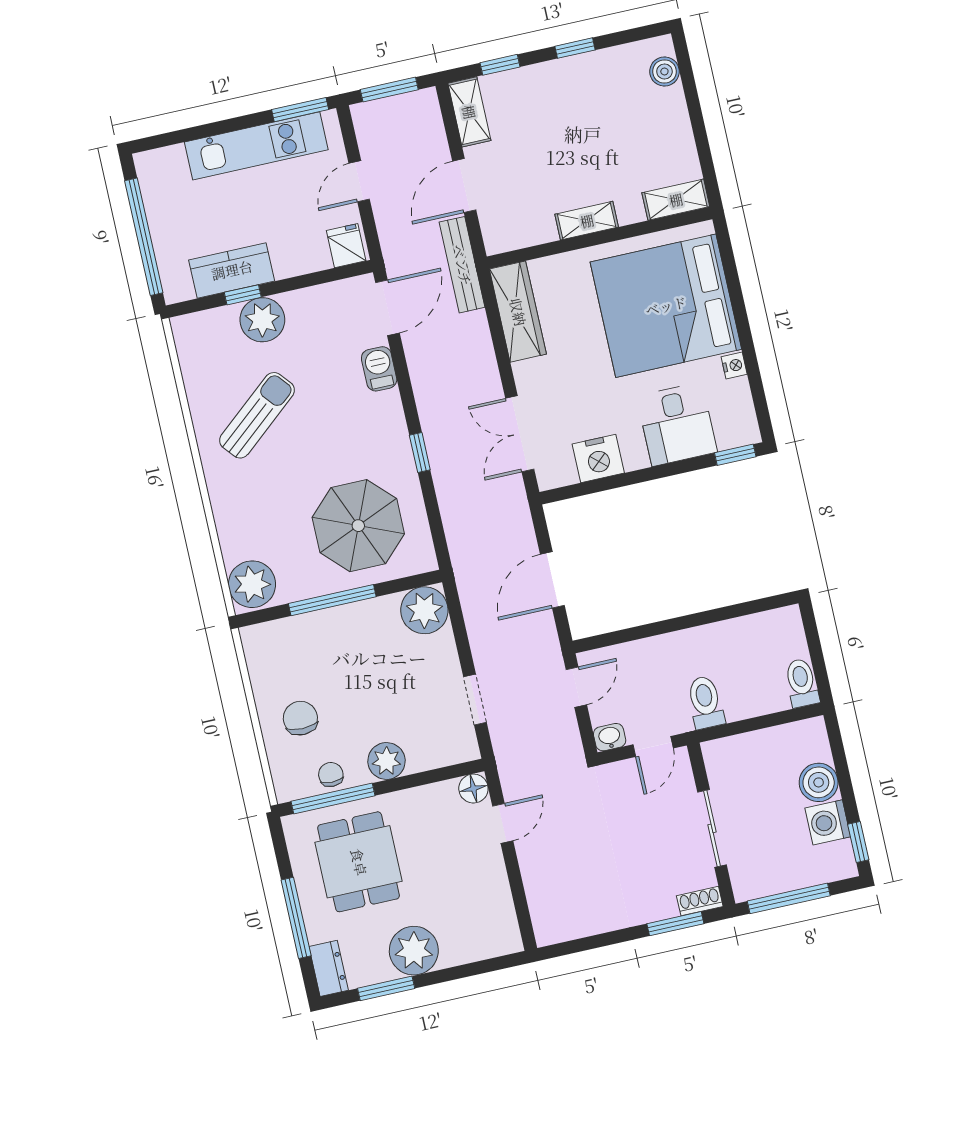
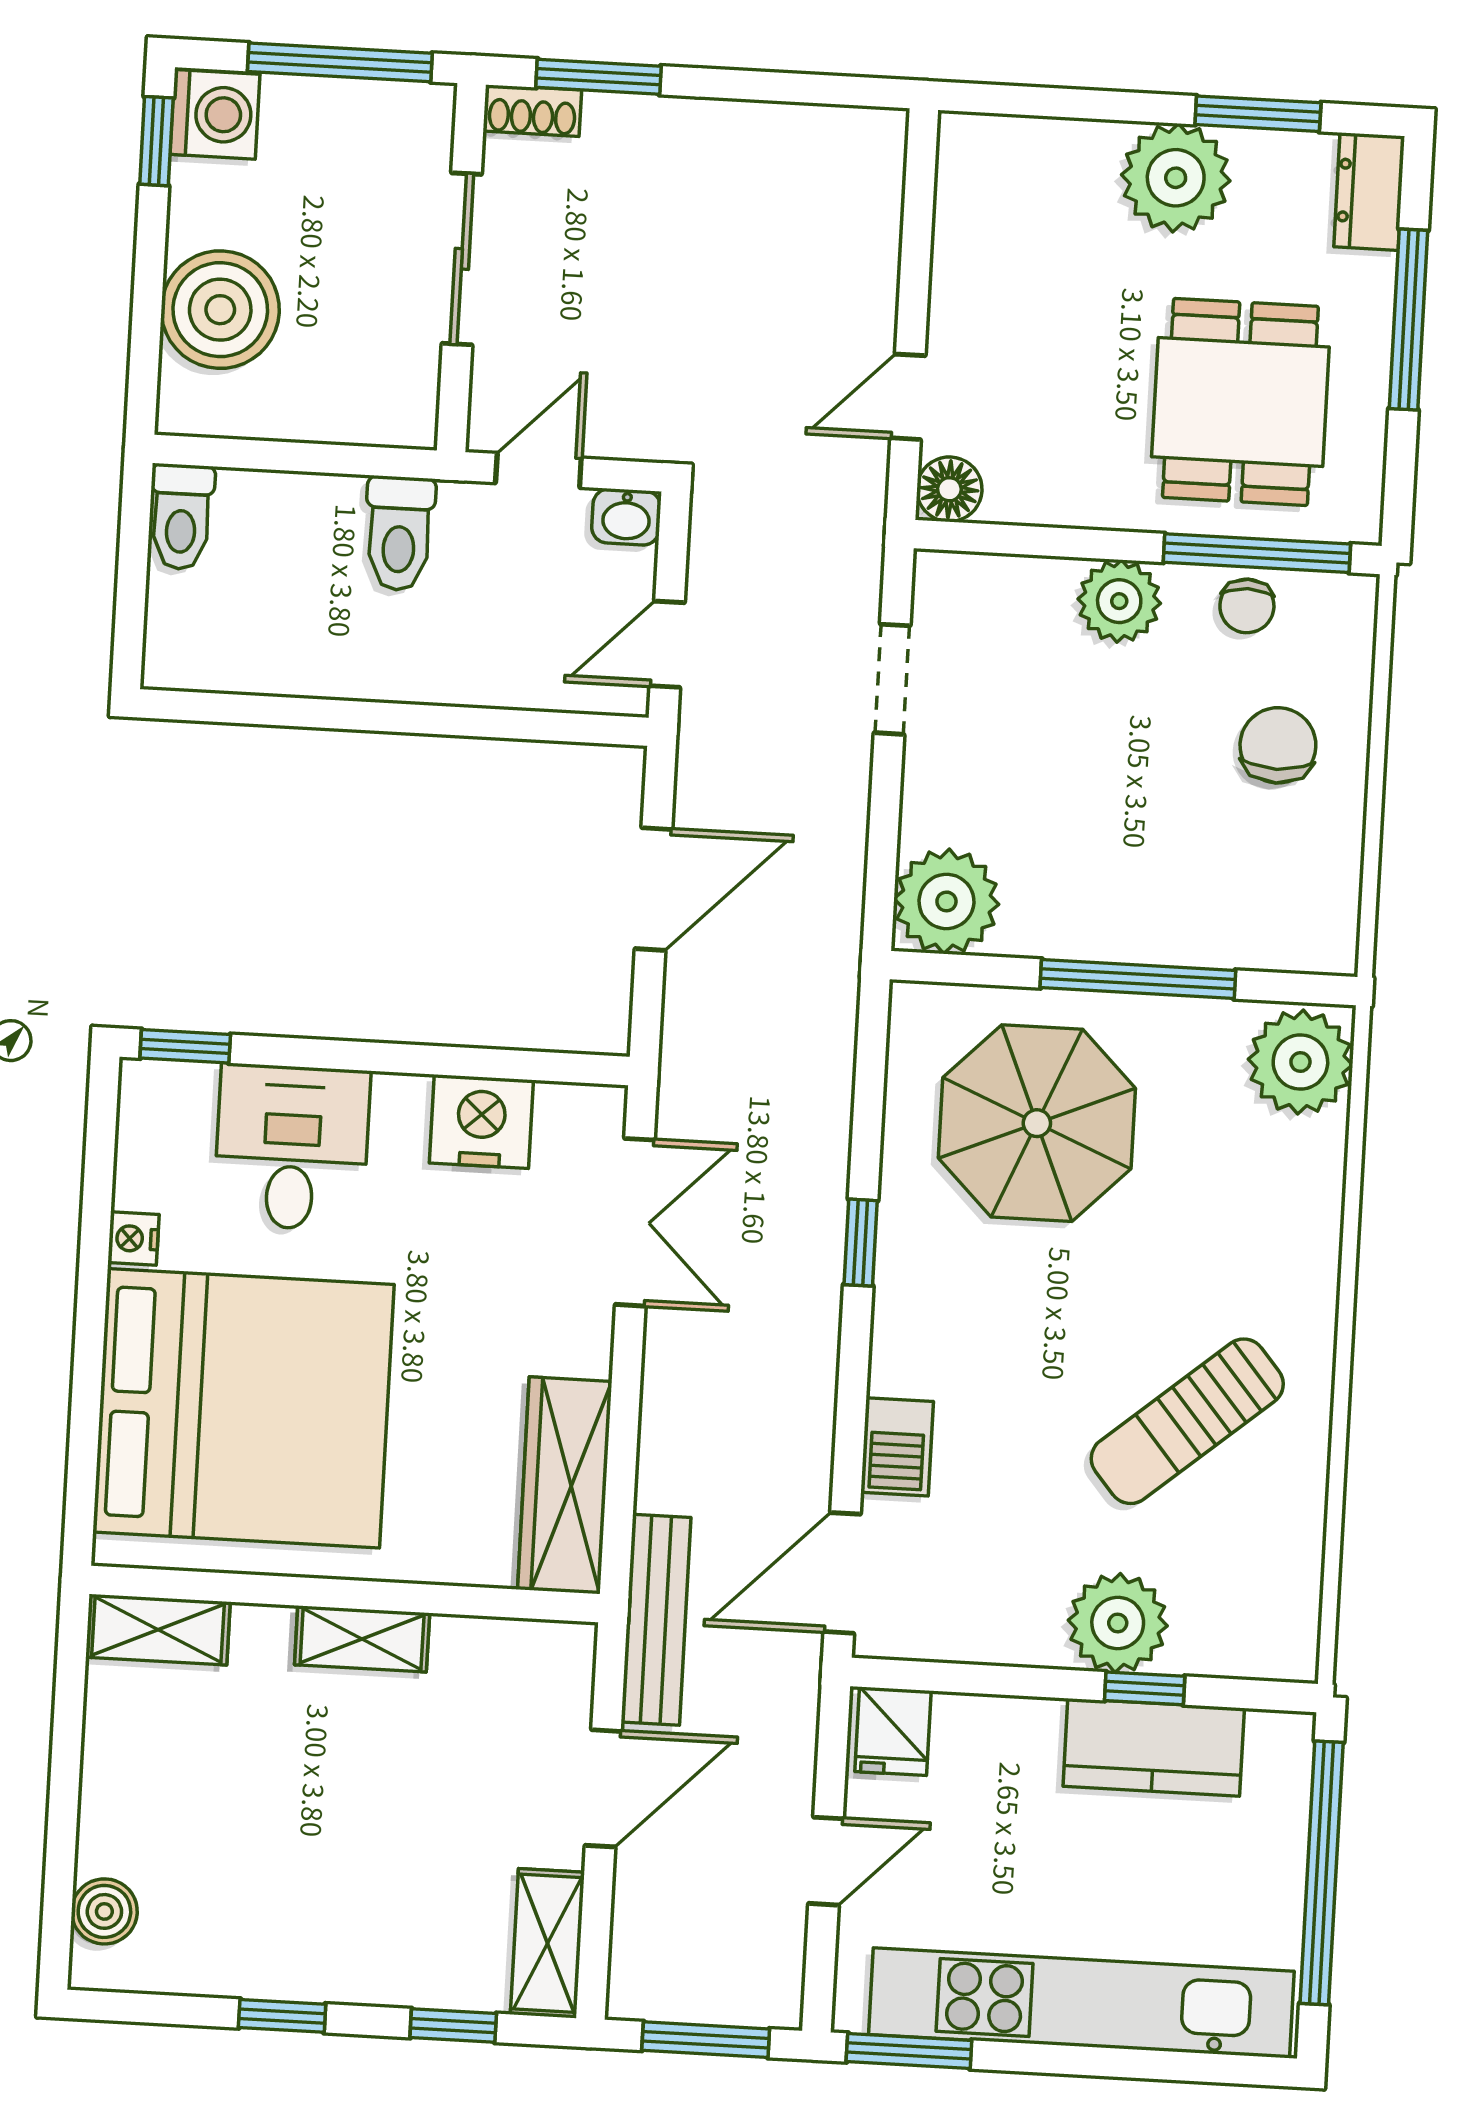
kitchen unit: (256, 146) -> (1081, 2003), width x1.36
chair: (300, 718) -> (1278, 745), turned 180
boiler: (819, 782) -> (220, 310), width x1.37, depth x1.37
washing machine: (828, 822) -> (215, 114), moved

